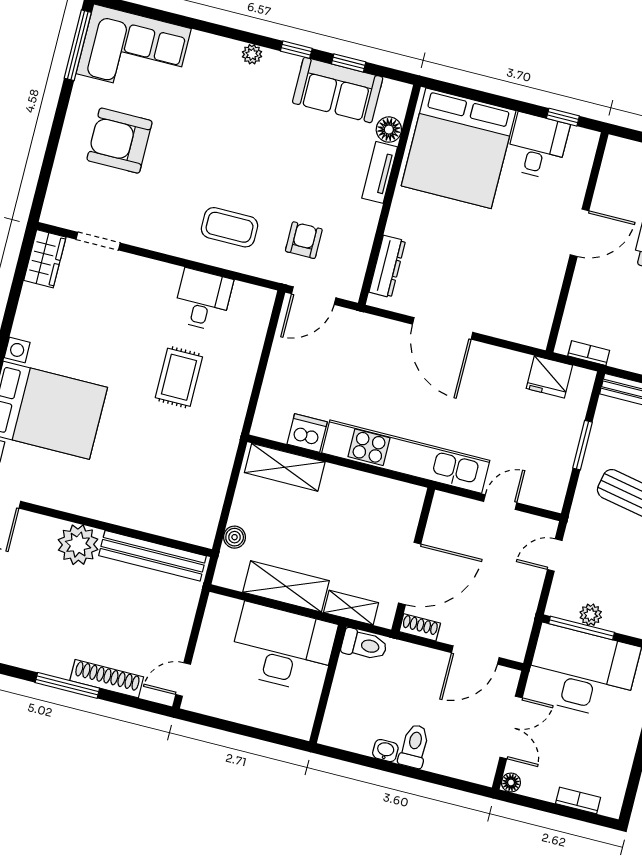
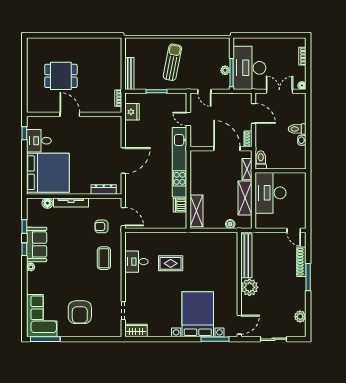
sofa: (338, 90) -> (37, 244), moved
tv unit: (380, 172) -> (71, 202), width x1.41

